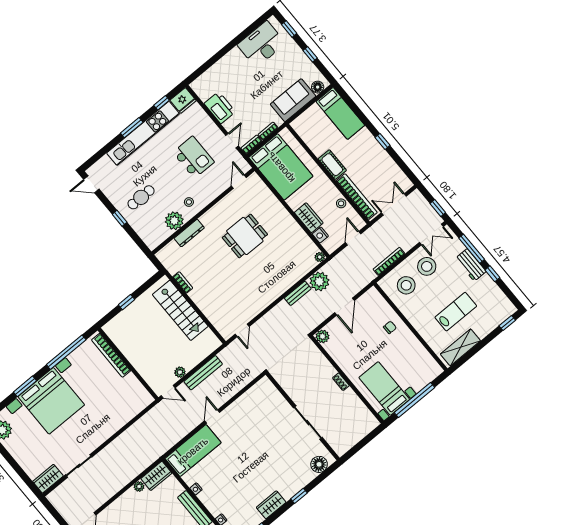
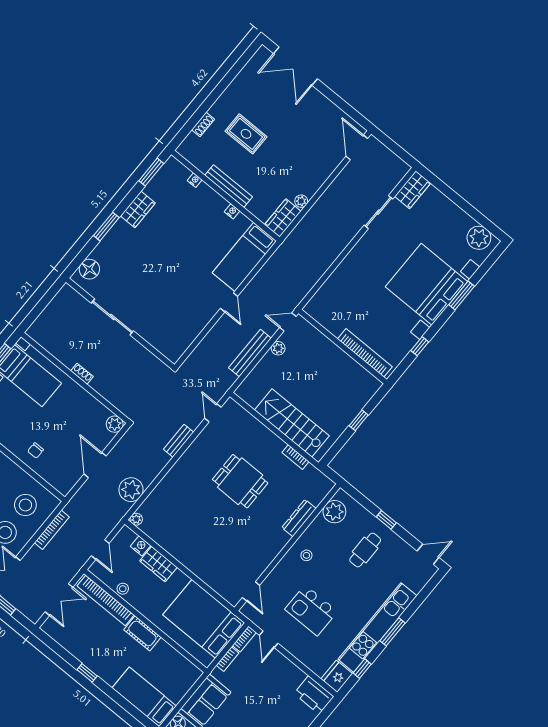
printer: (220, 108) -> (314, 695), moved
plant: (174, 221) -> (334, 512), moved
dining table: (245, 236) -> (240, 481), moved, turned 90
bench: (298, 293) -> (179, 441), moved
window: (66, 352) -> (420, 346), width x0.32
window: (299, 496) -> (106, 227), width x1.50

